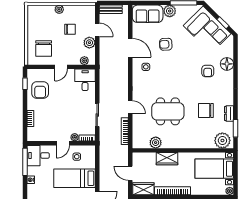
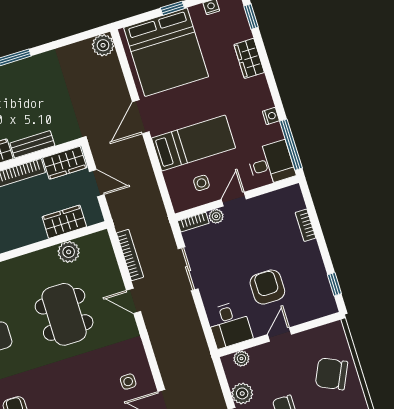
chair: (44, 49) -> (331, 374), moved, turned -65
armchair: (40, 90) -> (267, 287), moved
dining table: (168, 111) -> (64, 314), turned 90
wardrobe: (167, 159) -> (64, 222), moved

